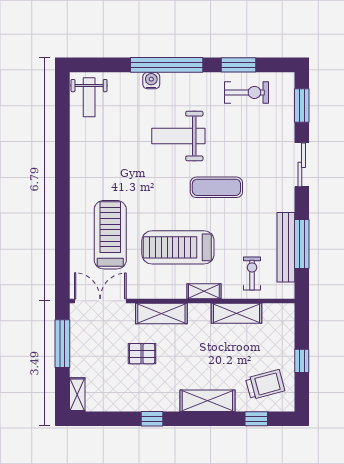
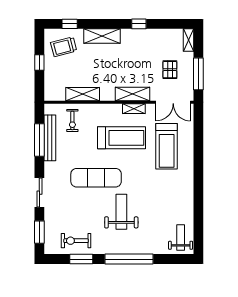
water cooler: (151, 81) -> (139, 249), removed
weight bench: (178, 136) -> (121, 212), turned -90
exercise mat: (216, 187) -> (96, 178), width x1.36, depth x1.45
shelving: (204, 291) -> (134, 109), moved
pallet: (142, 354) -> (170, 70), moved, turned 90

